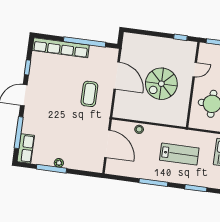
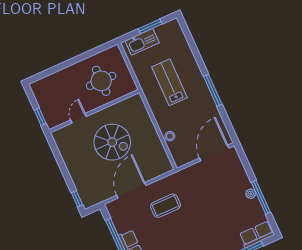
window: (180, 37) -> (77, 199), moved
door: (195, 70) -> (78, 118), hinge flipped
door: (107, 144) -> (214, 153), moved
window: (196, 188) -> (193, 46), removed

